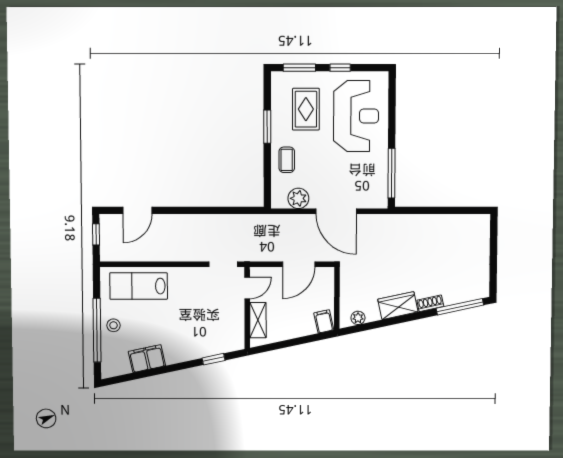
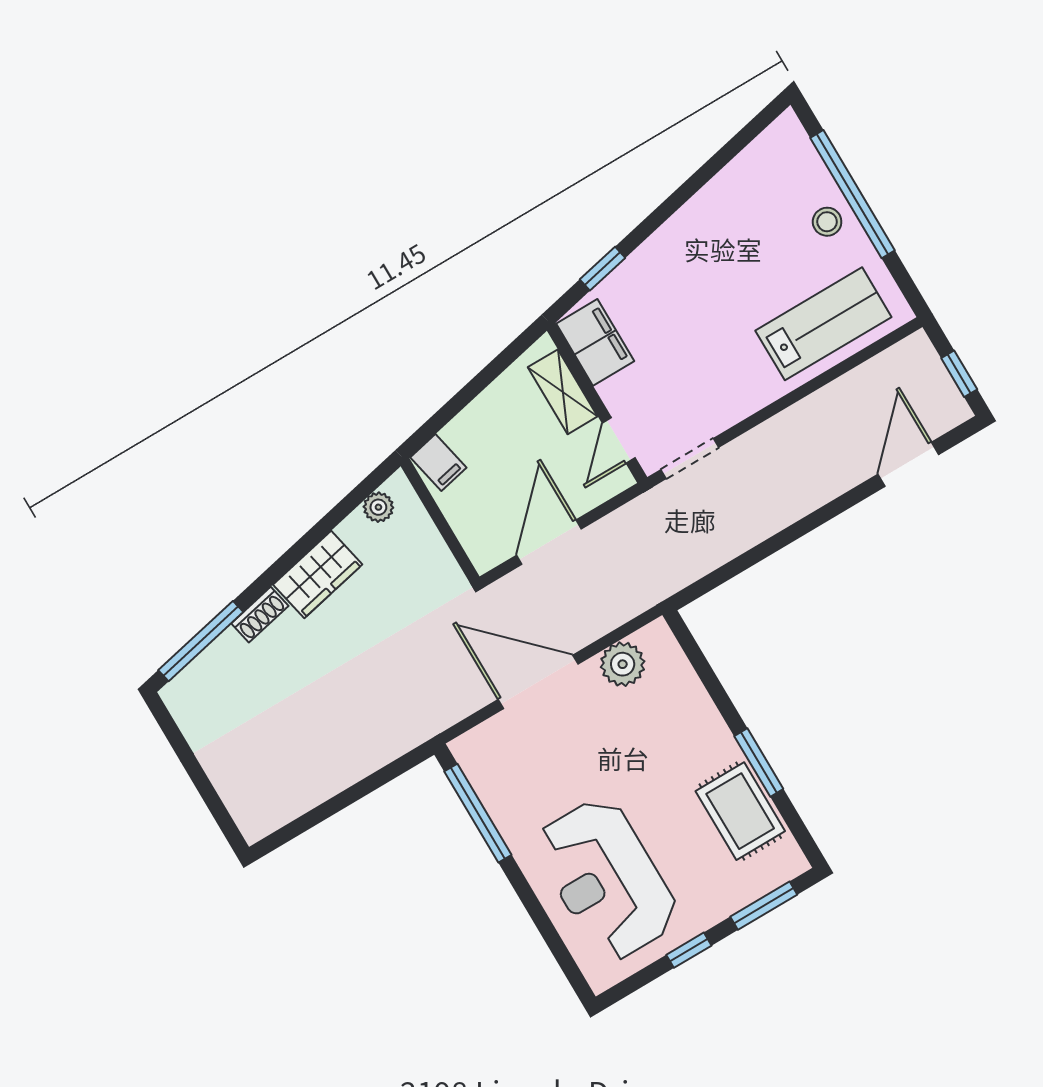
rug: (306, 109) -> (740, 811), moved
coffee table: (287, 160) -> (687, 723), removed
filing cabinet: (147, 359) -> (595, 342), moved, turned -78

